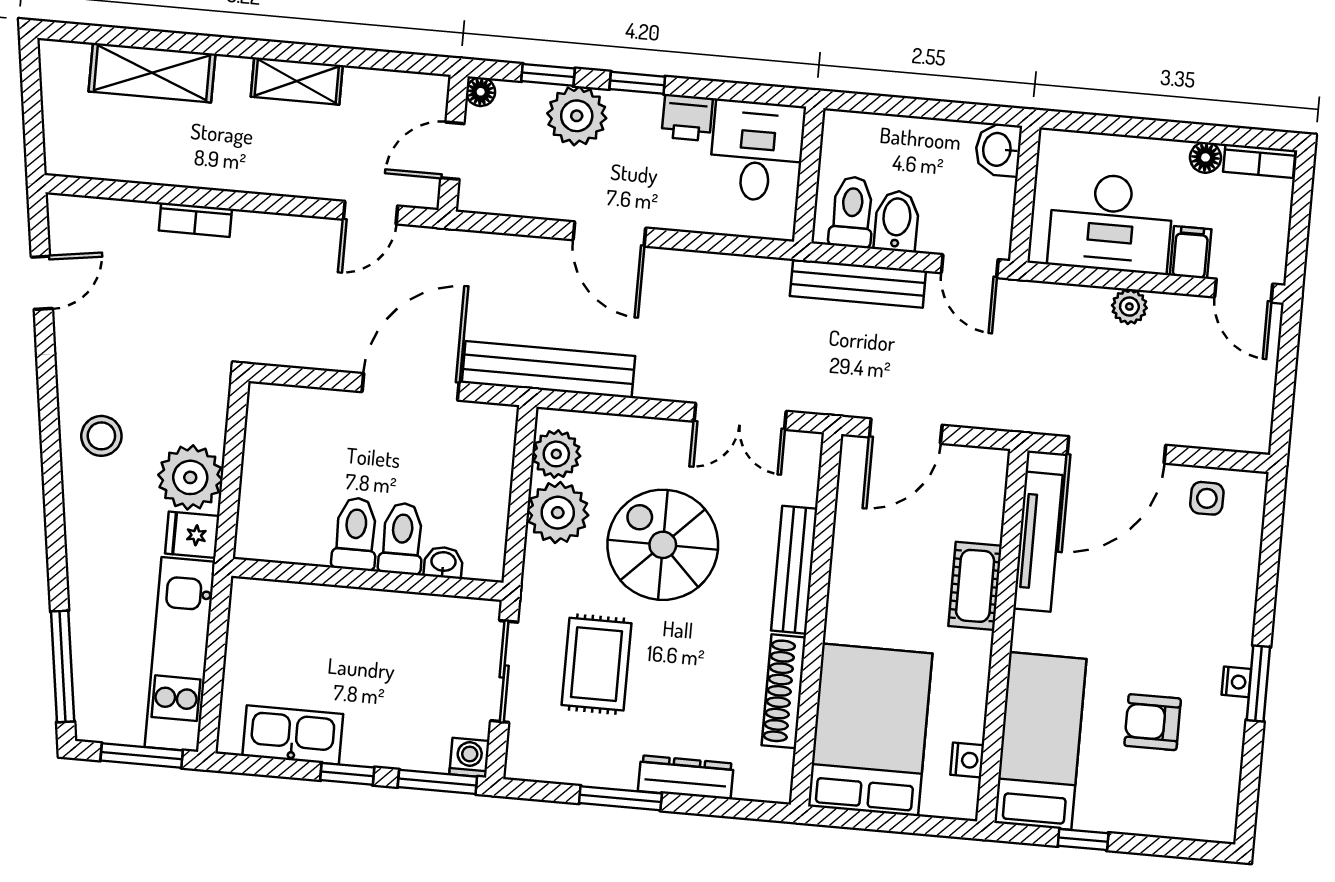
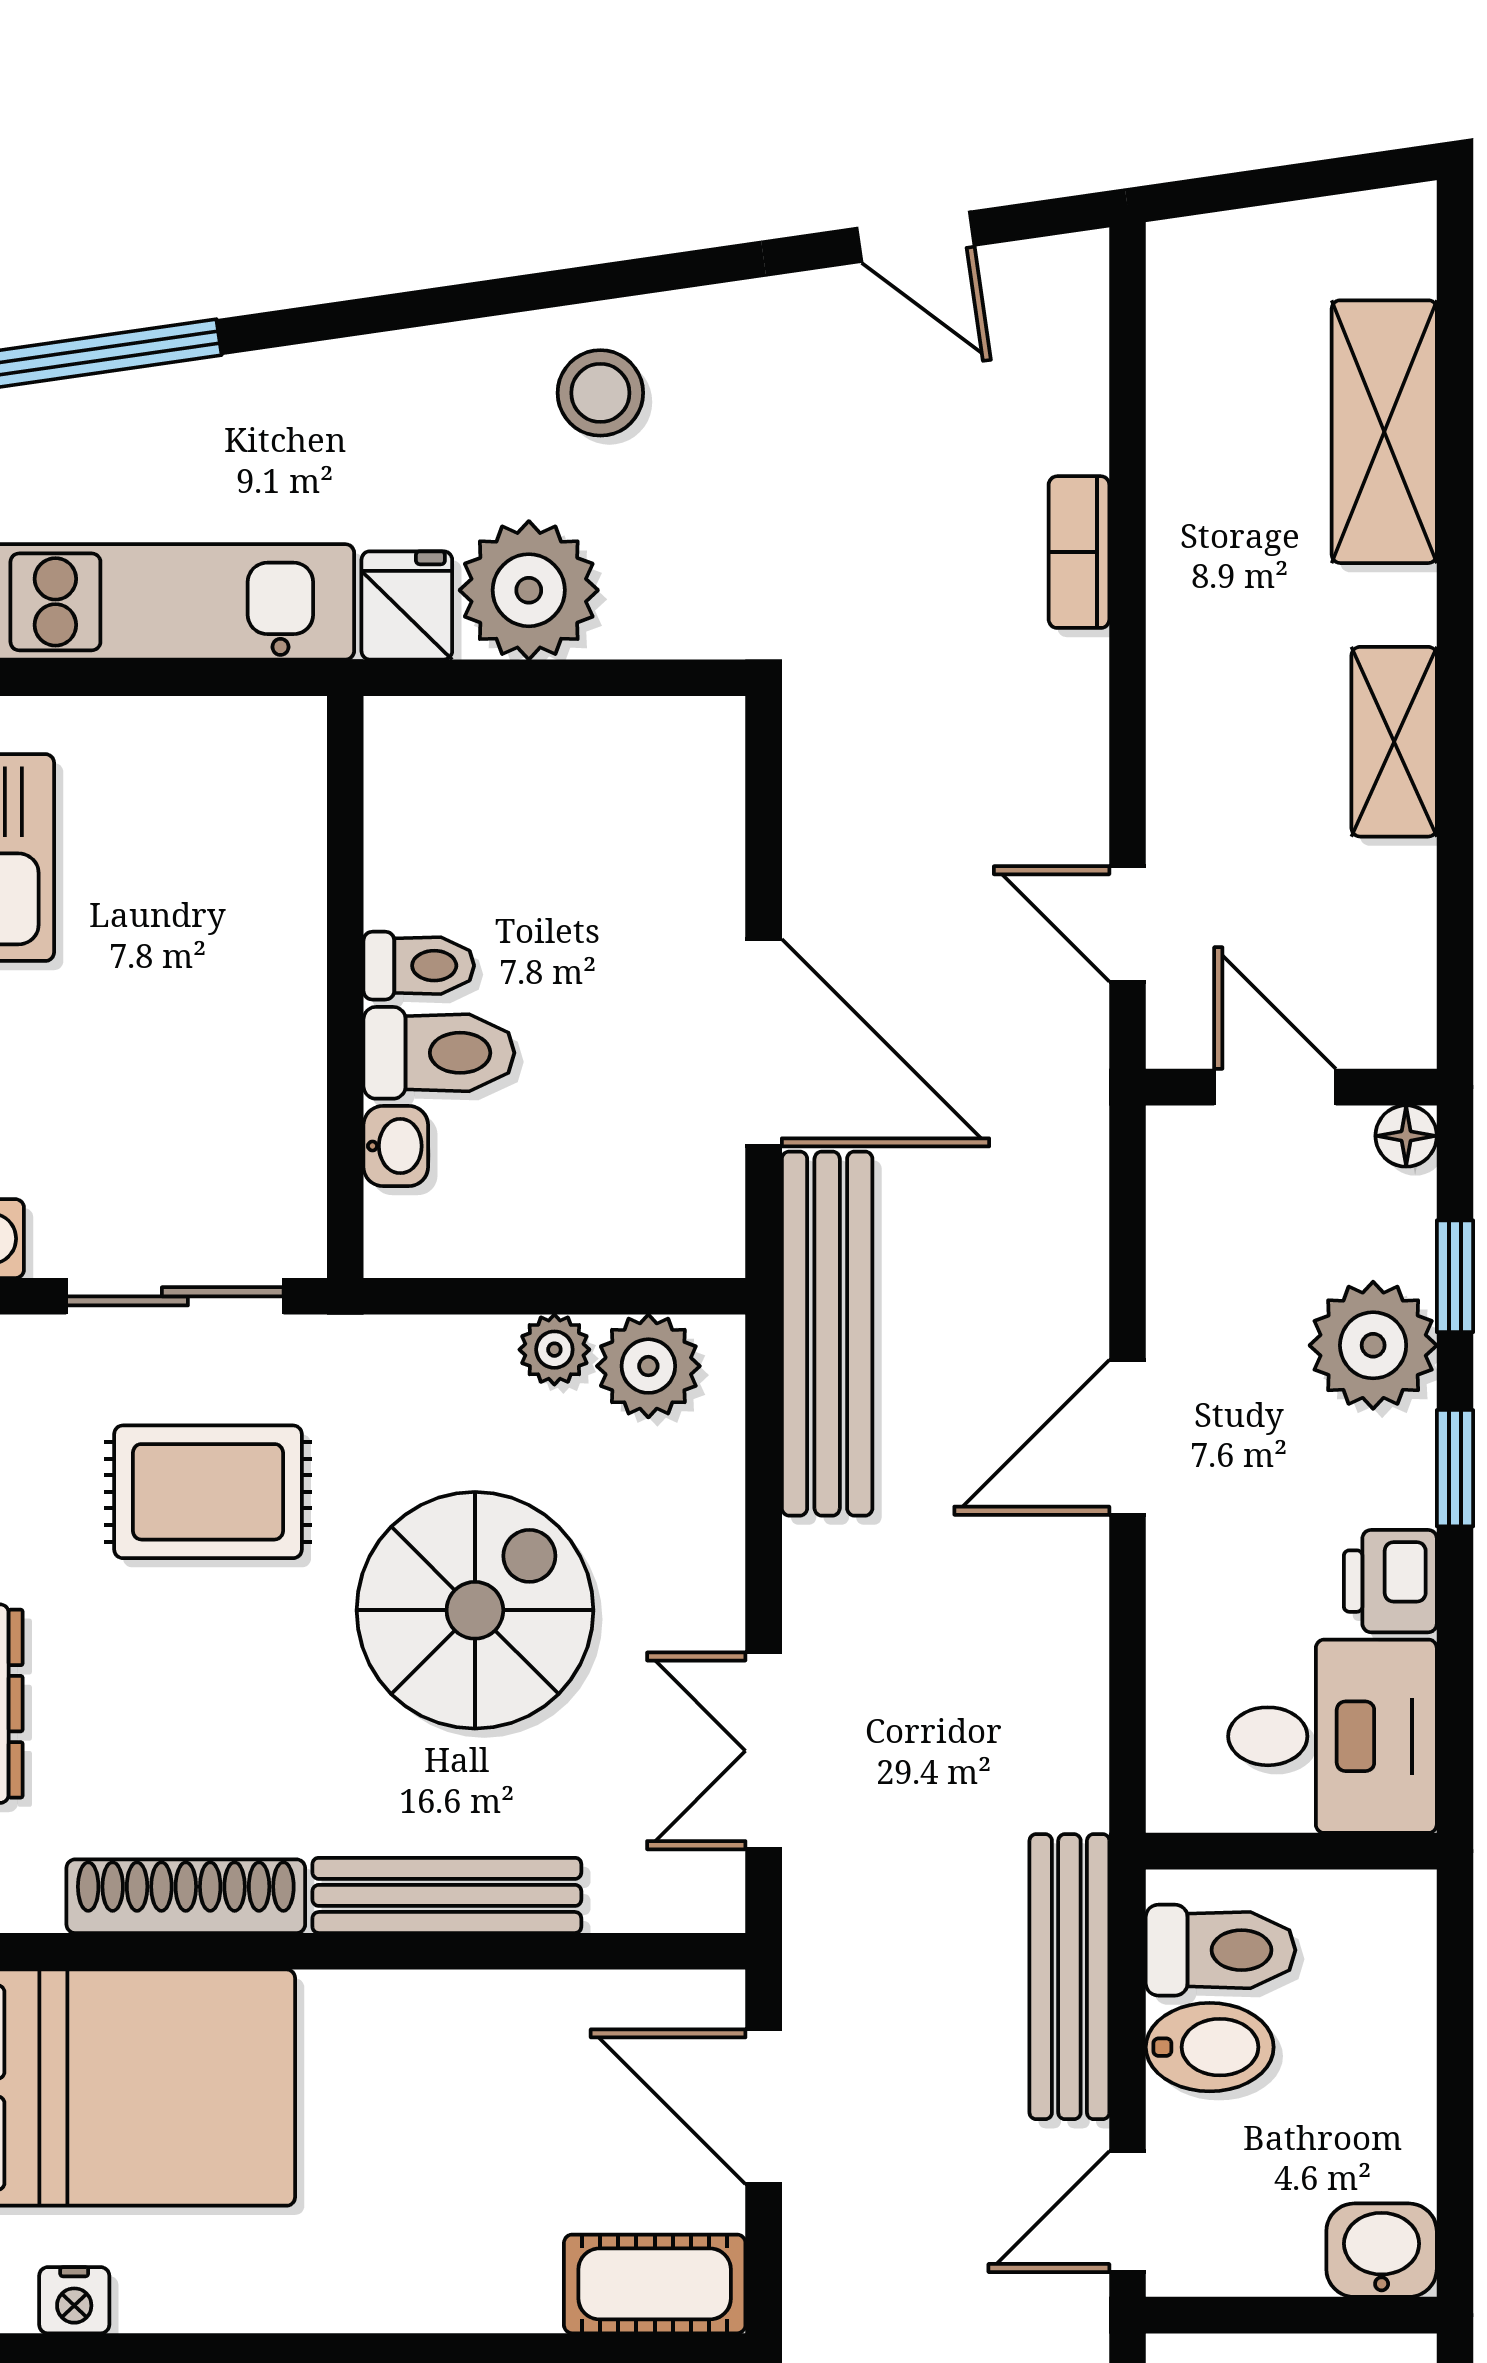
plant: (558, 513) -> (554, 1350), width x0.53, depth x0.53
toilet: (355, 534) -> (419, 966), width x0.73, depth x0.72
cot: (975, 586) -> (655, 2284), moved

